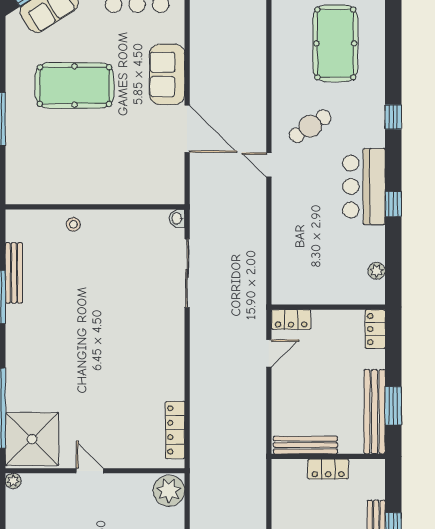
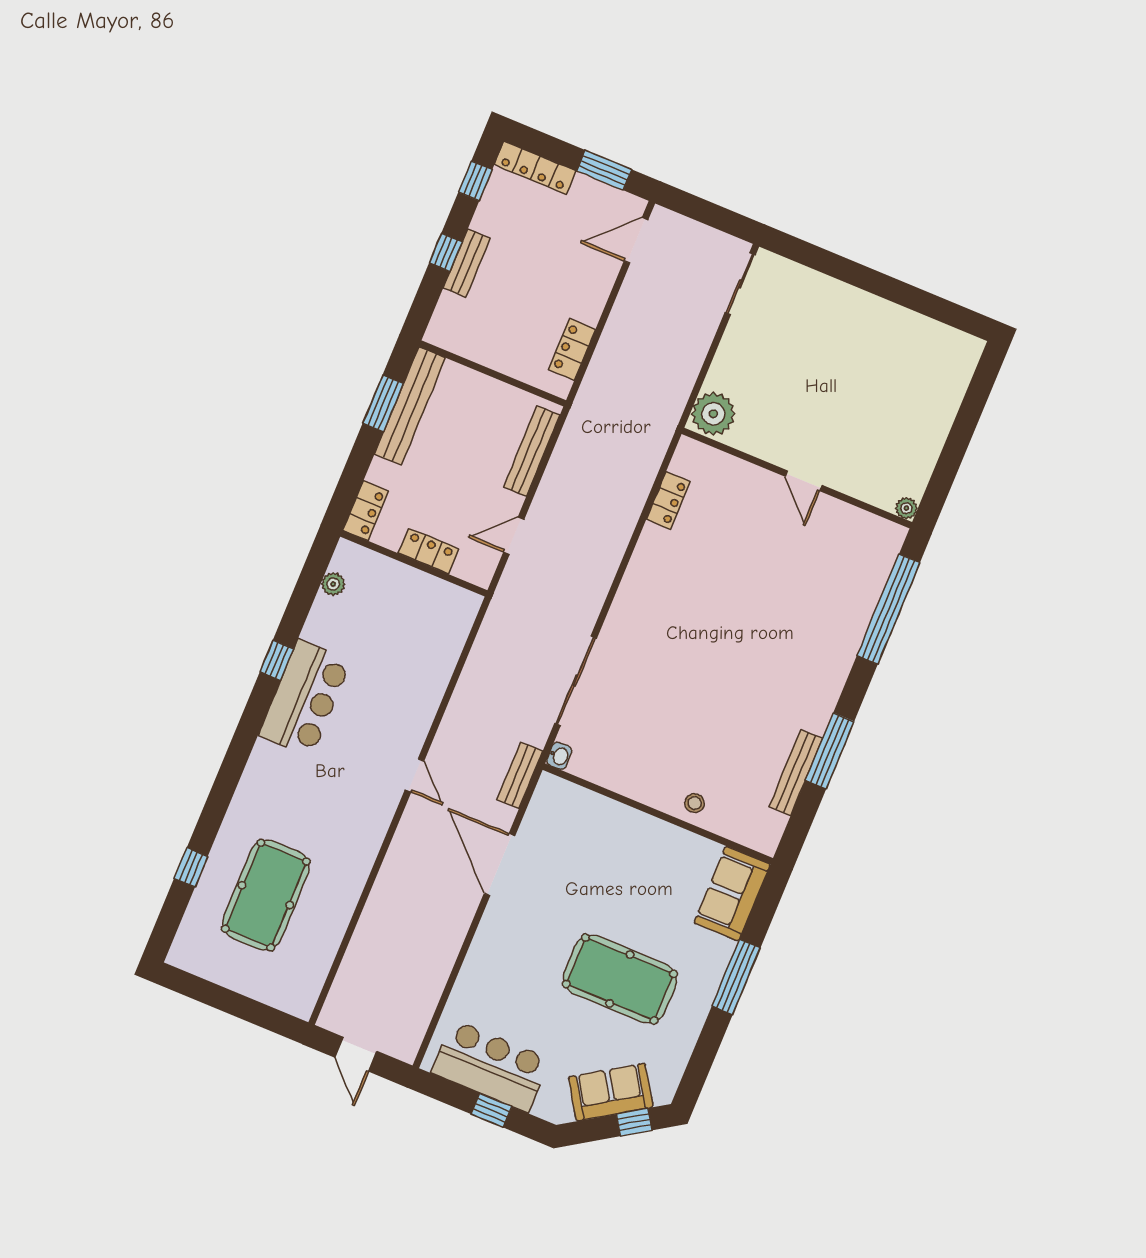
sofa: (167, 74) -> (732, 894), moved, turned 180
window: (393, 117) -> (191, 867), moved
cafe table: (310, 126) -> (341, 803), removed
bench: (198, 194) -> (520, 775), added
locker: (291, 319) -> (429, 551), moved
locker: (175, 430) -> (668, 500), width x0.66
shower: (32, 439) -> (860, 551), removed
bench: (306, 445) -> (532, 451), moved, turned 90
locker: (328, 469) -> (572, 349), moved, turned -90

